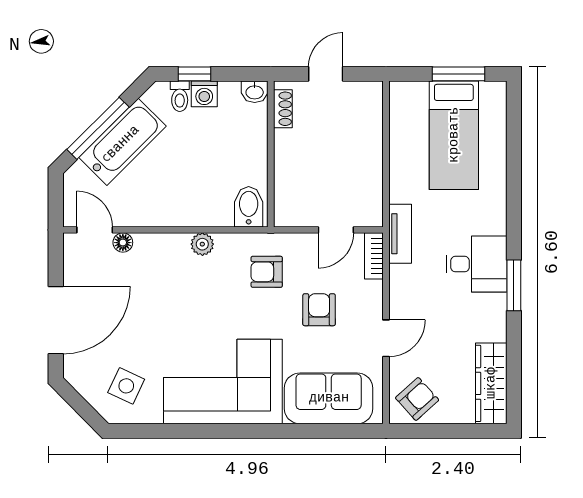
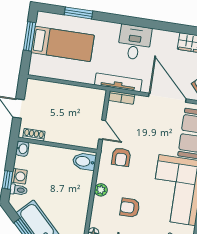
door: (336, 230) -> (102, 130), moved
tv unit: (400, 234) -> (118, 82), width x1.41
window: (514, 285) -> (79, 13), moved
armchair: (319, 310) -> (130, 208), moved
door: (386, 338) -> (167, 98), width x1.87

